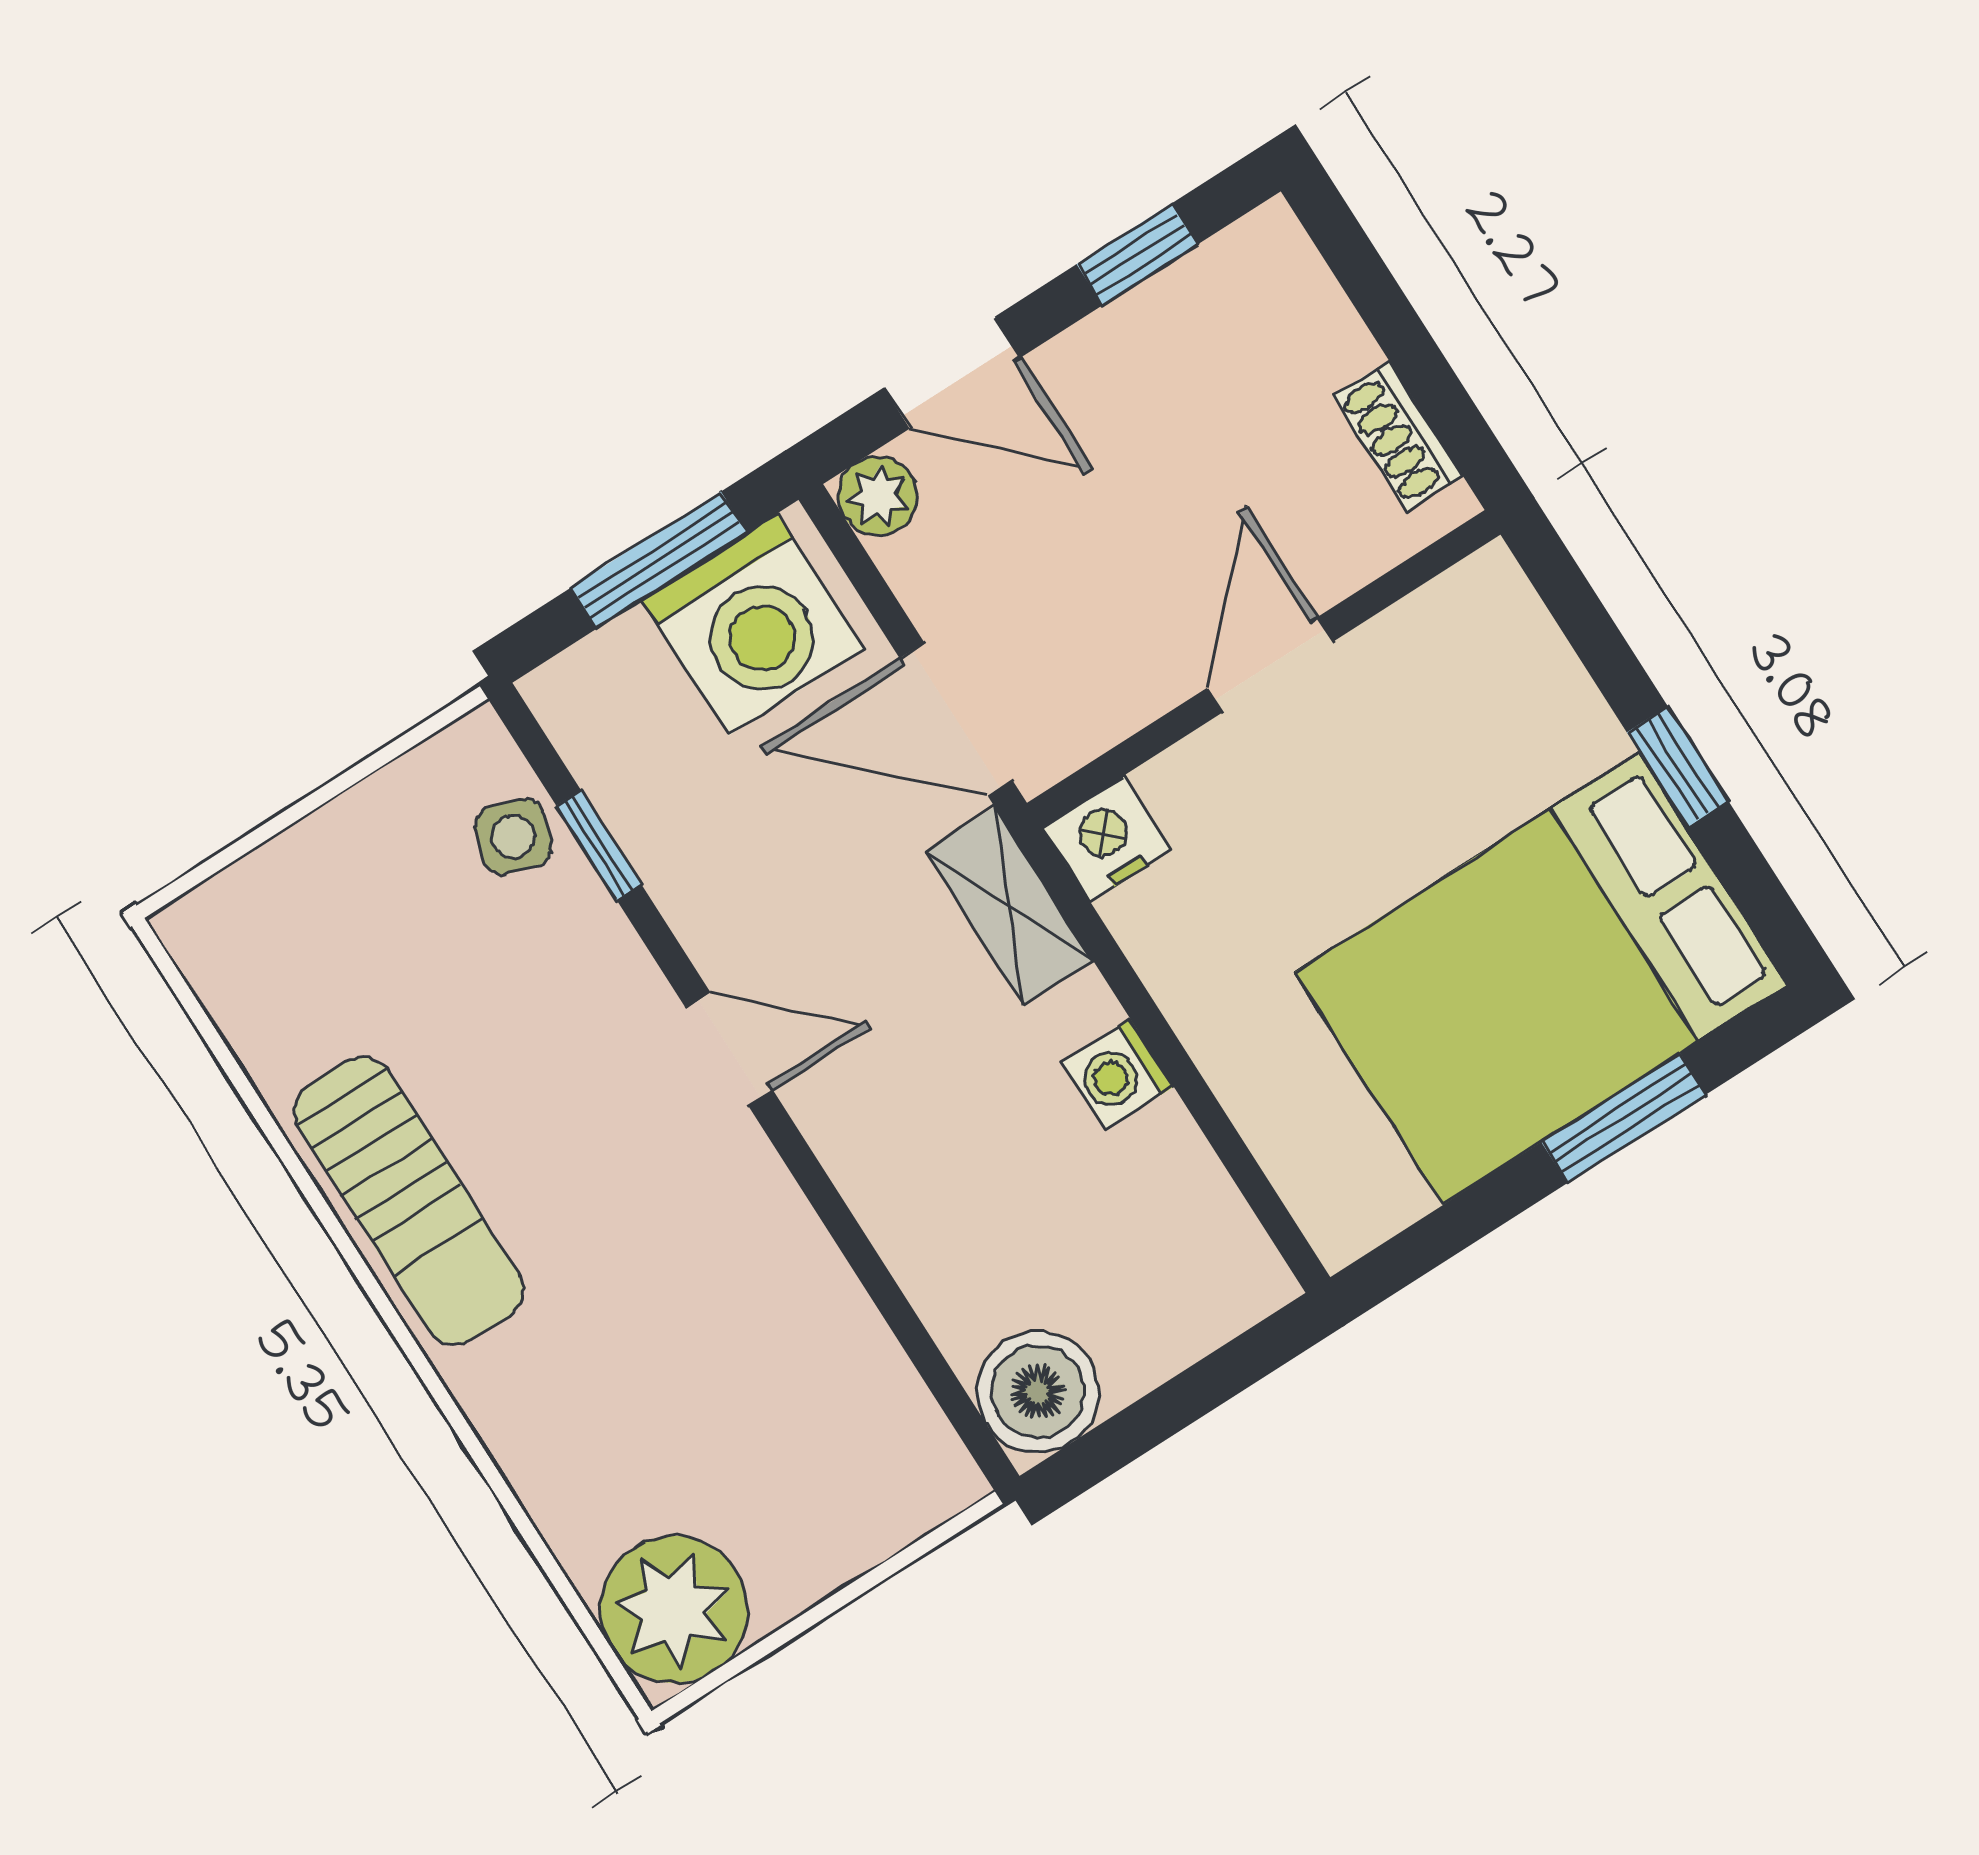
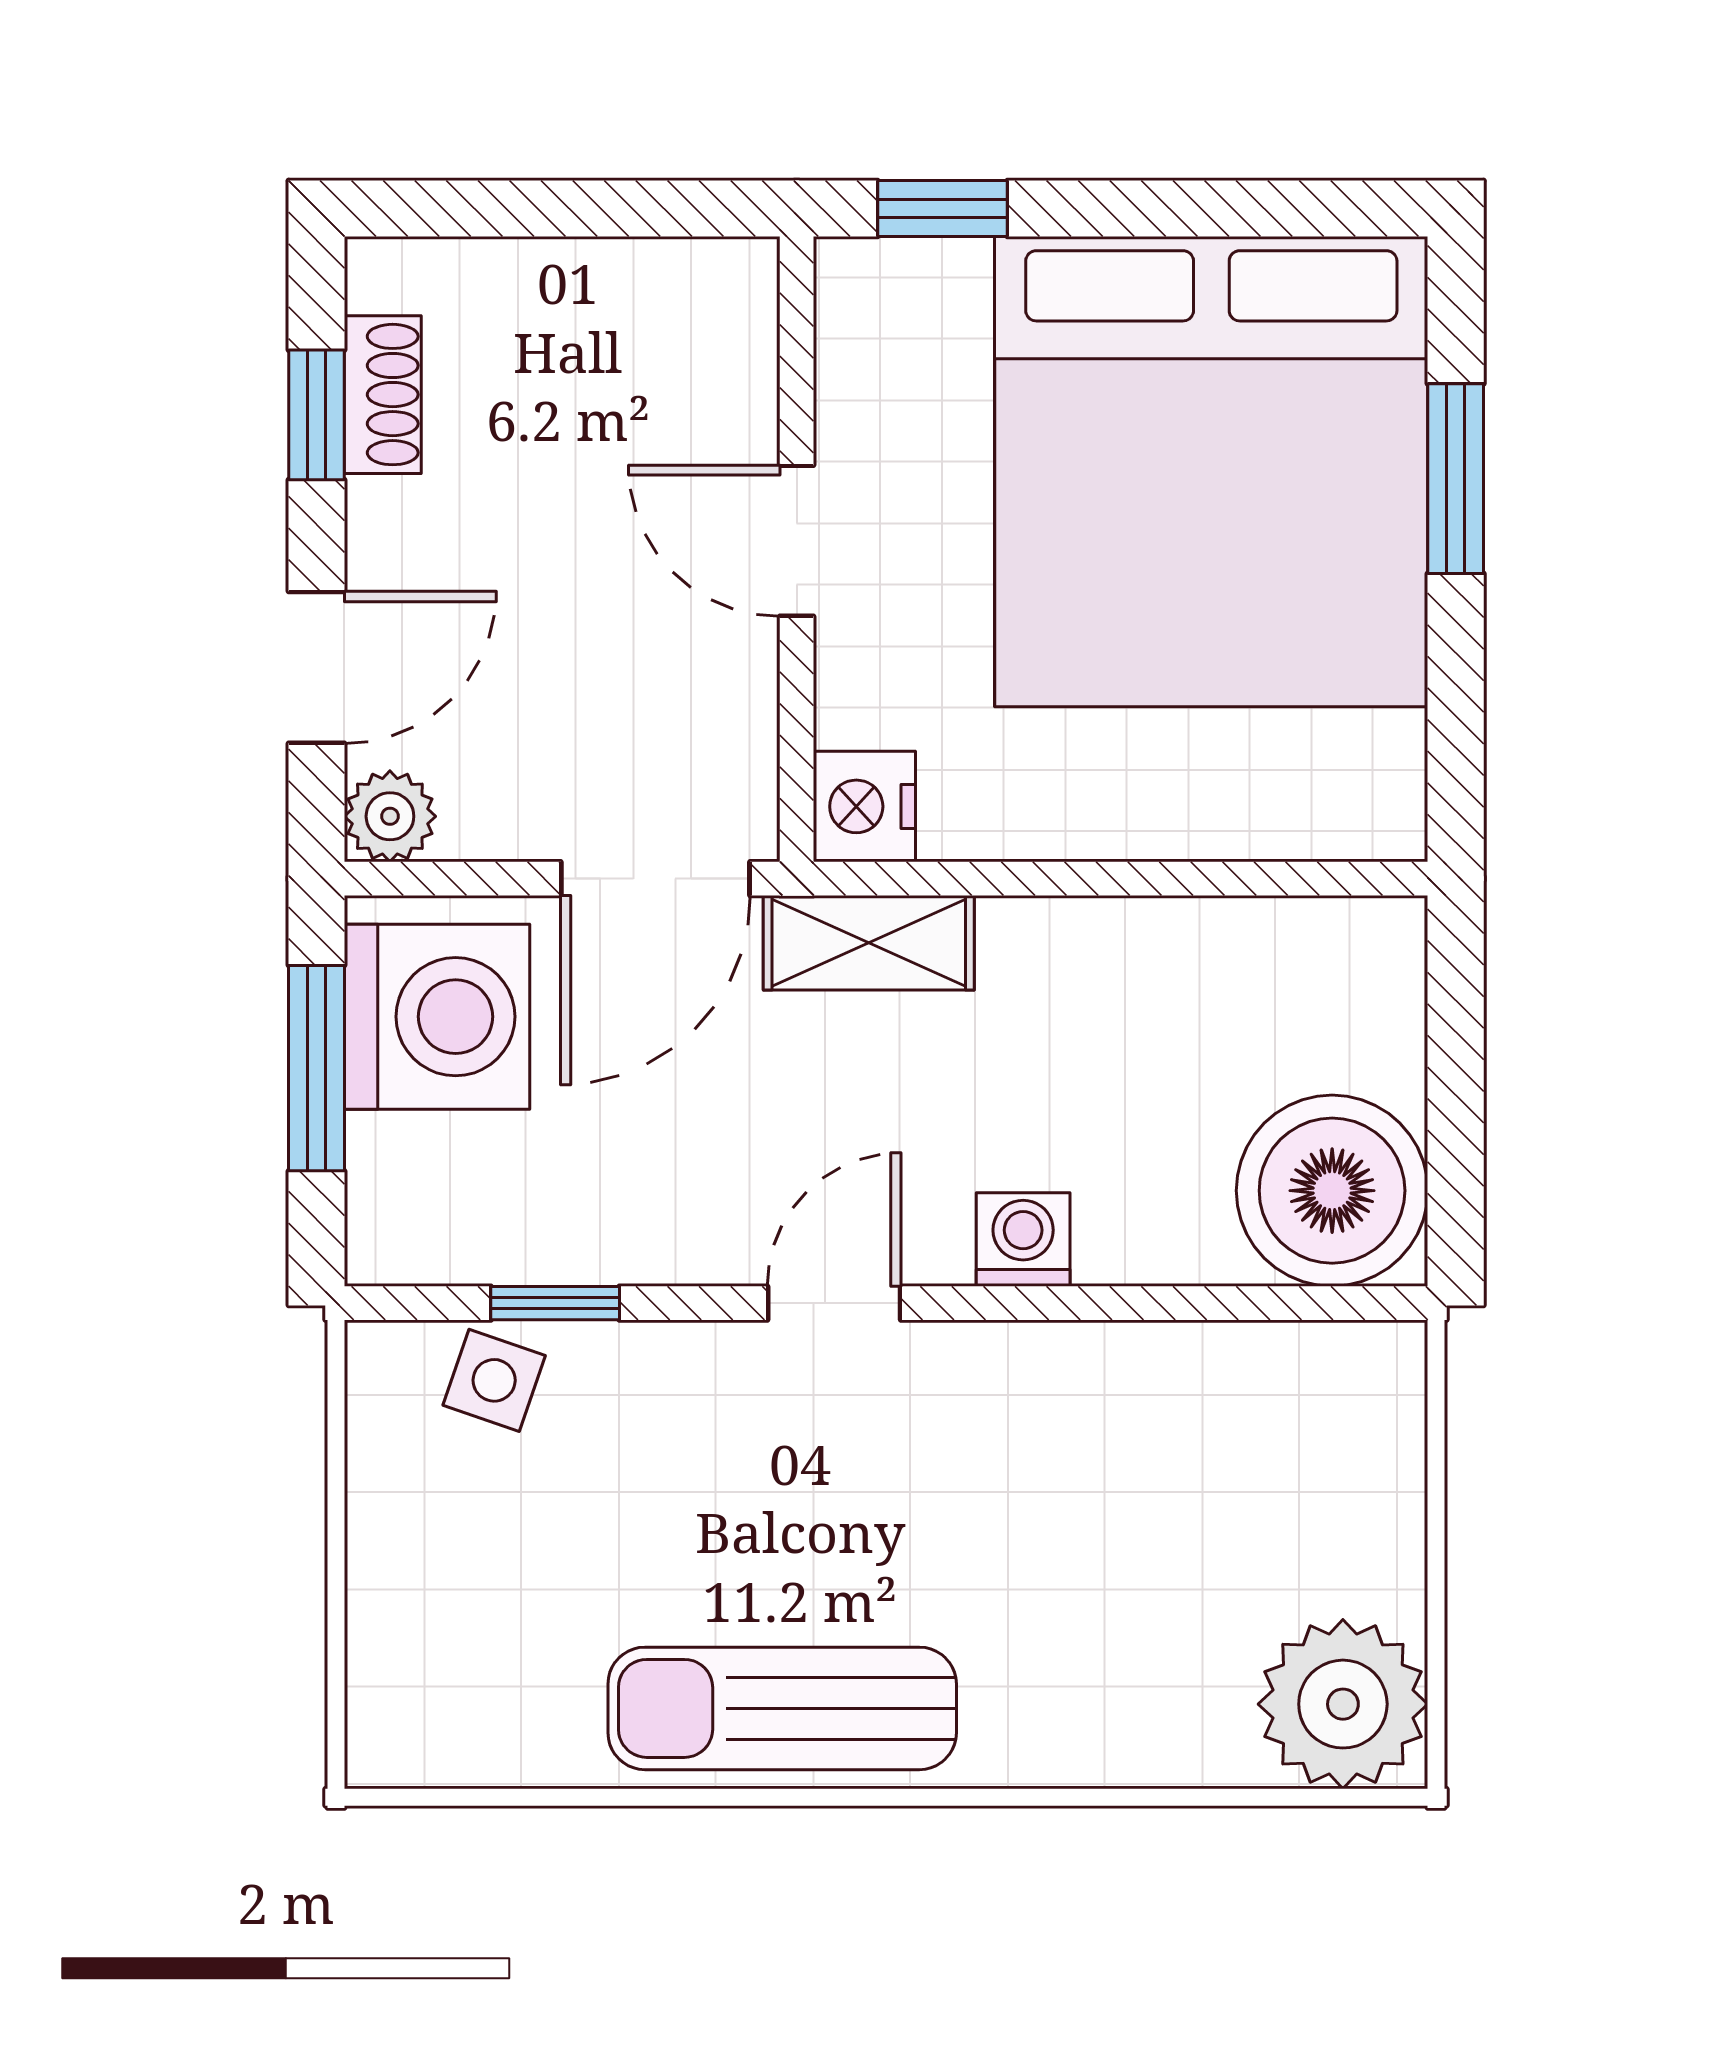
shoe rack: (1398, 436) -> (383, 395), moved, turned -90
window: (1678, 767) -> (942, 208), moved
bed: (1542, 978) -> (1211, 472), width x1.36
washing machine: (1118, 1074) -> (1023, 1239), moved, turned 180
sun lounger: (408, 1201) -> (782, 1708), turned 180
boiler: (1038, 1392) -> (1332, 1191), width x1.37, depth x1.37

